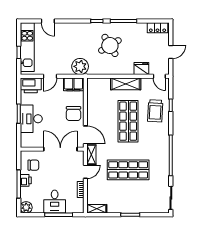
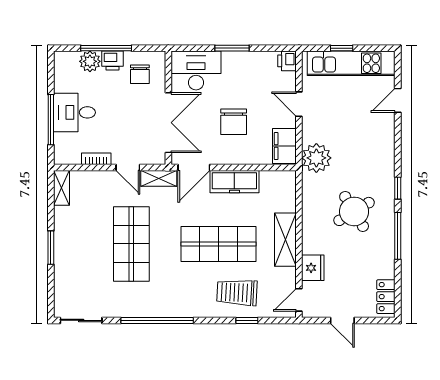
printer: (31, 85) -> (287, 61), width x0.53, depth x0.68
freezer: (93, 112) -> (234, 182), added
chair: (73, 114) -> (234, 122), moved, turned -90
desk: (31, 119) -> (196, 70), moved
plant: (26, 207) -> (90, 61), moved

